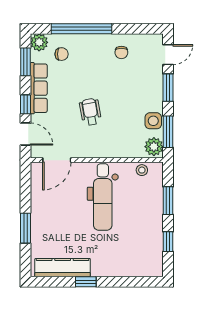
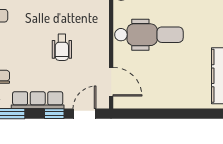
wheelchair: (90, 112) -> (62, 47), turned -80
window: (26, 228) -> (181, 114), removed

